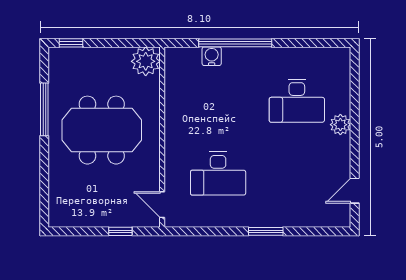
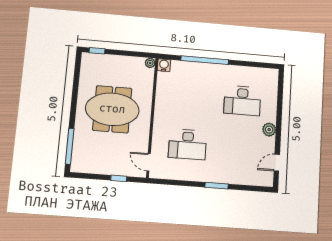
water cooler: (212, 56) -> (164, 65), moved
plant: (146, 61) -> (150, 63), width x0.53, depth x0.53
window: (44, 109) -> (70, 146), moved
plant: (340, 125) -> (269, 130), moved

